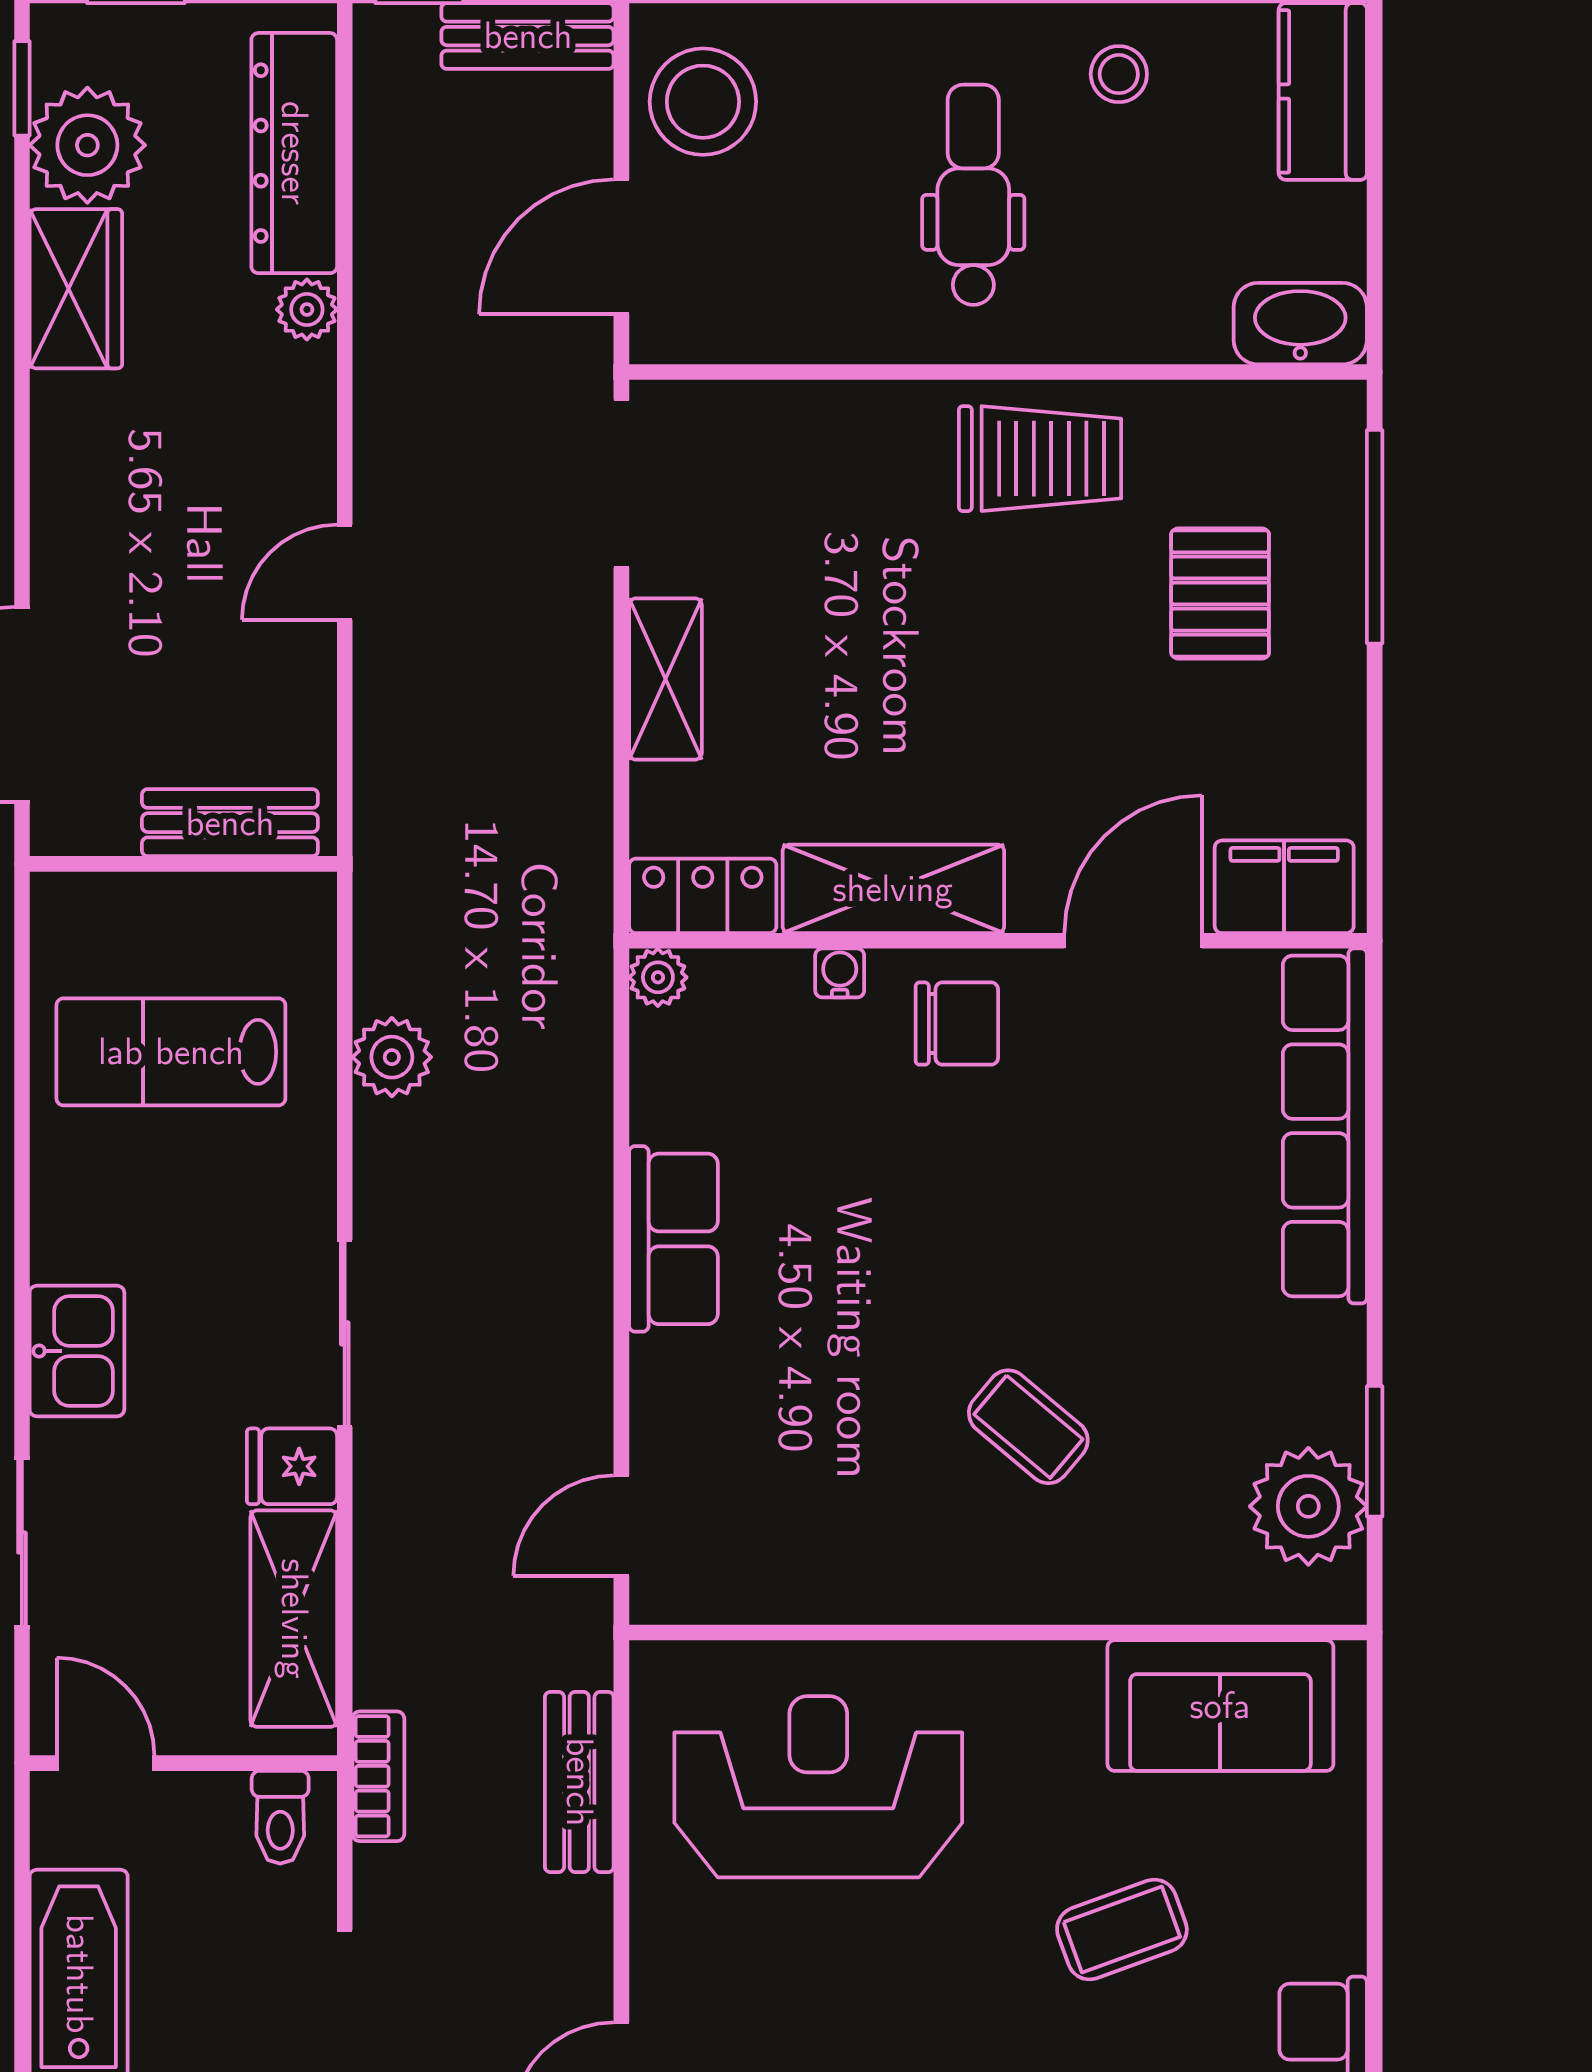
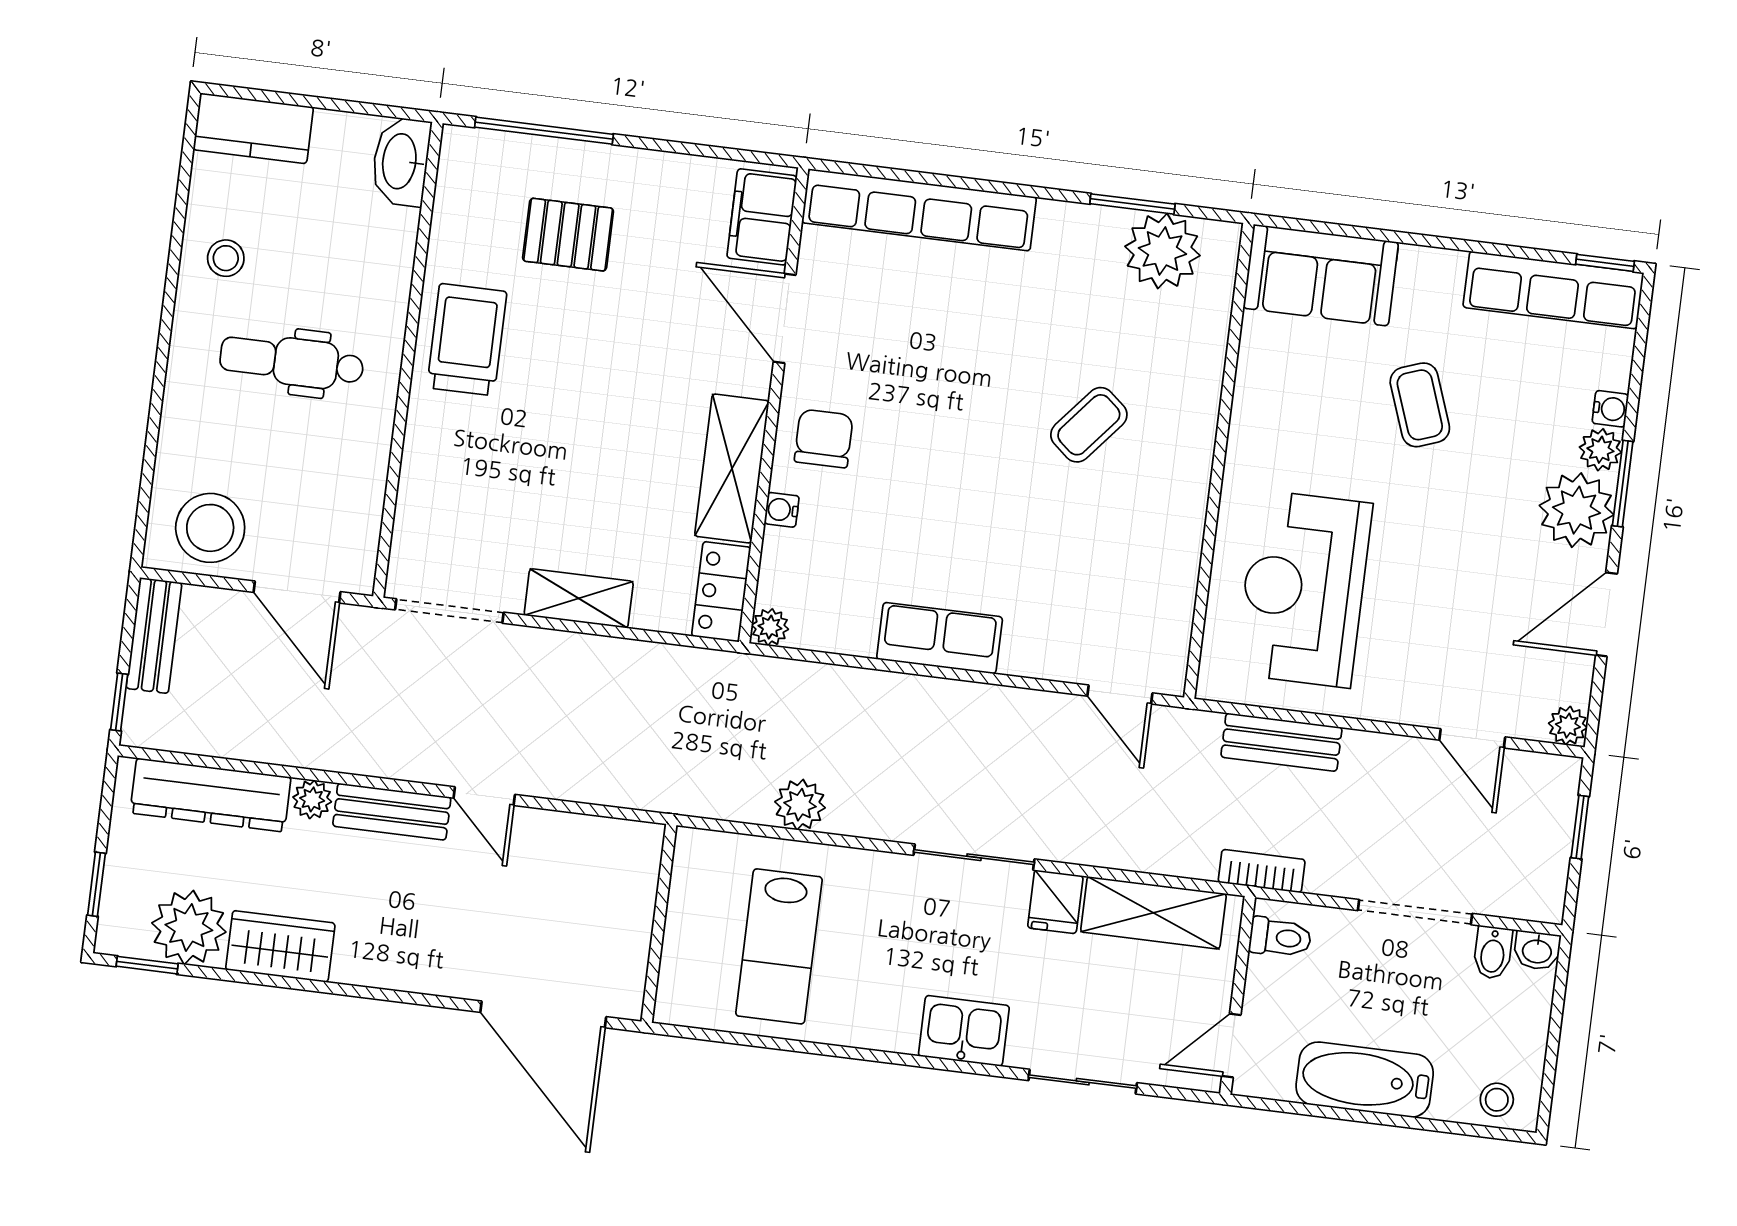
bench: (230, 823) -> (392, 812), moved, turned 90
sofa: (1220, 1706) -> (1321, 275), moved, turned 90

